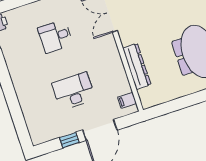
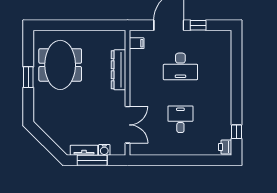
desk: (55, 36) -> (180, 119), turned -90

